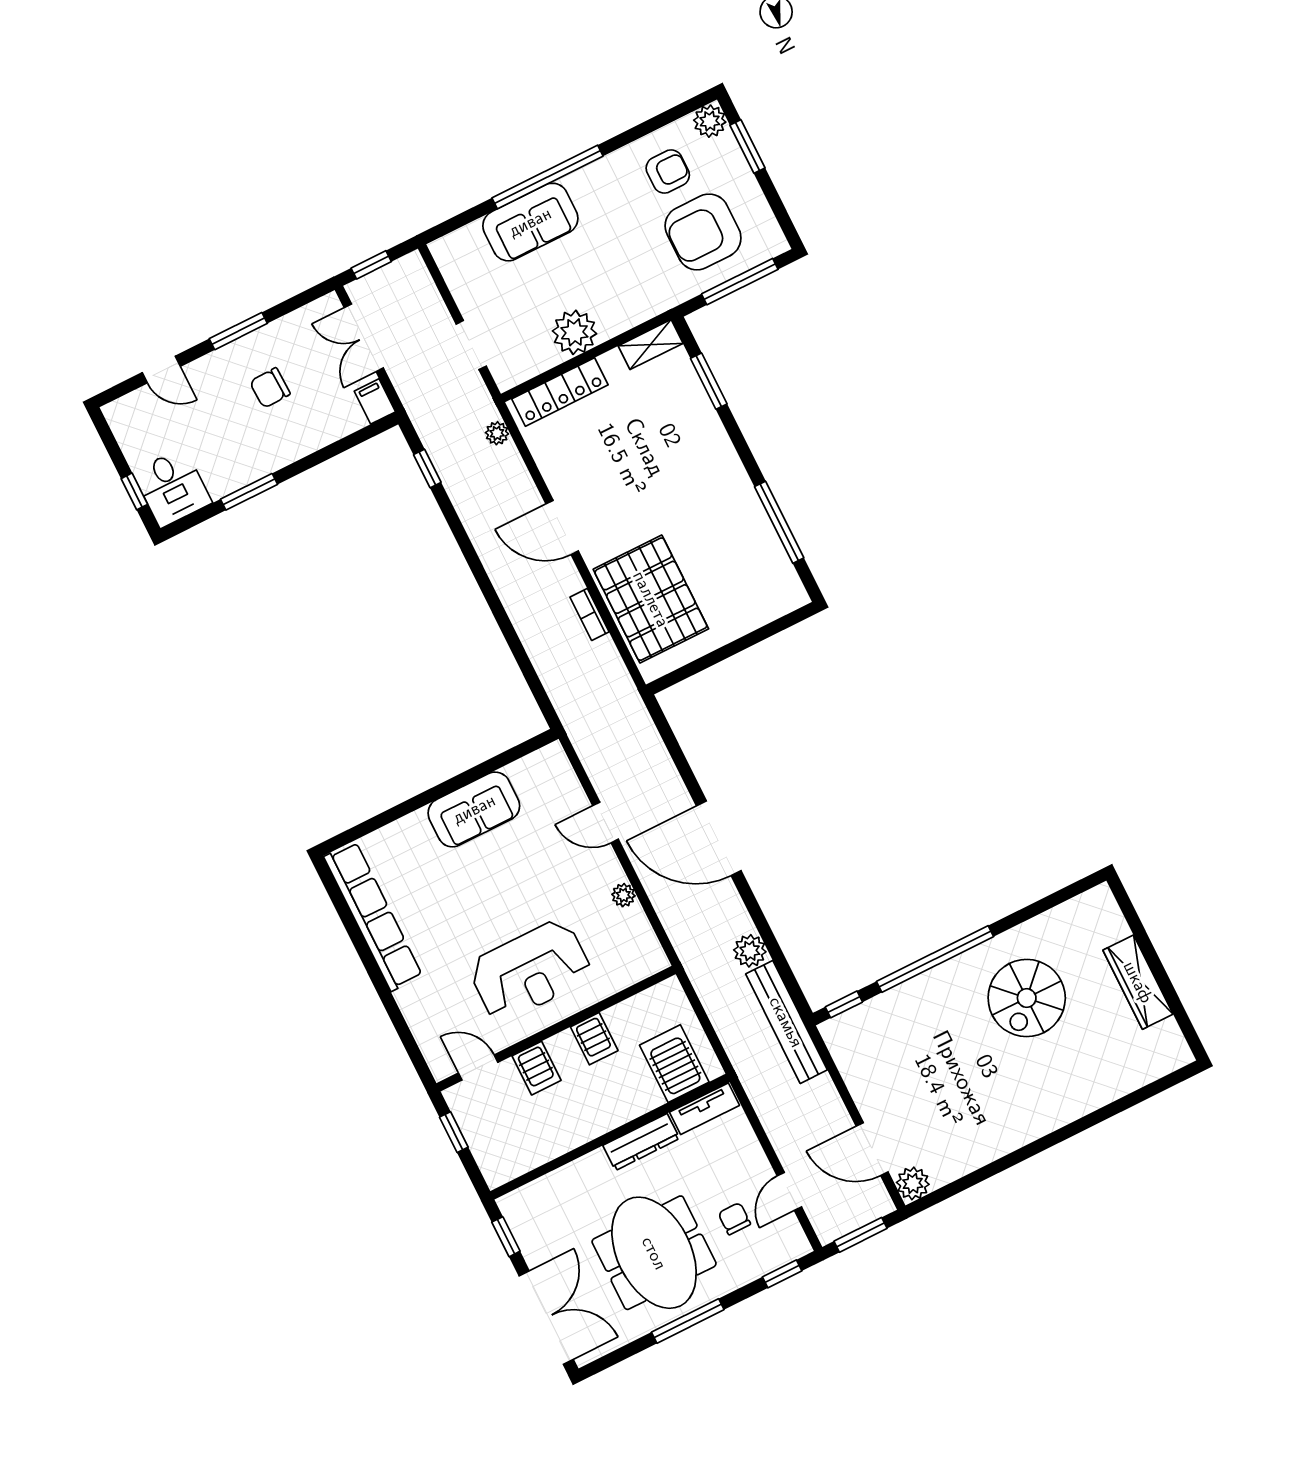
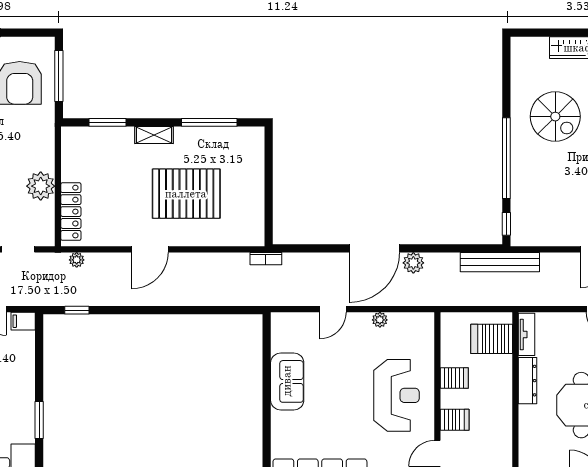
shelving: (651, 345) -> (154, 135), moved, turned 90
pallet: (651, 599) -> (186, 194), moved
bookcase: (589, 614) -> (266, 259), moved
plant: (750, 951) -> (413, 263), moved

